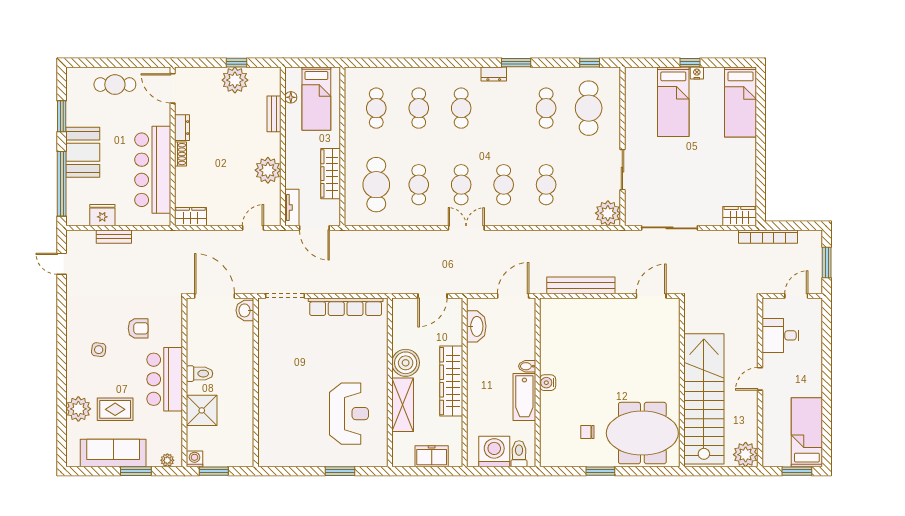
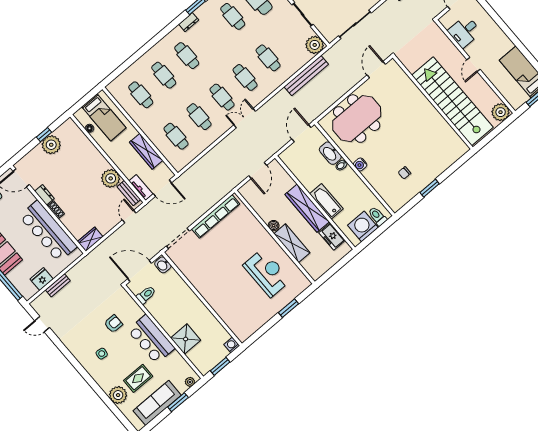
bench: (274, 114) -> (129, 193), moved
cafe table: (376, 185) -> (176, 136), width x0.73, depth x0.74
bench: (581, 285) -> (306, 76), moved
washbasin: (476, 326) -> (330, 153), moved, turned 180
boiler: (406, 363) -> (274, 226), width x0.54, depth x0.54
toilet: (200, 374) -> (146, 295), moved
bathtub: (524, 397) -> (326, 201), moved, turned 180
meeting table: (642, 433) -> (357, 119), moved
freezer: (432, 456) -> (332, 236), moved, turned -90
washing machine: (194, 459) -> (232, 345), moved

